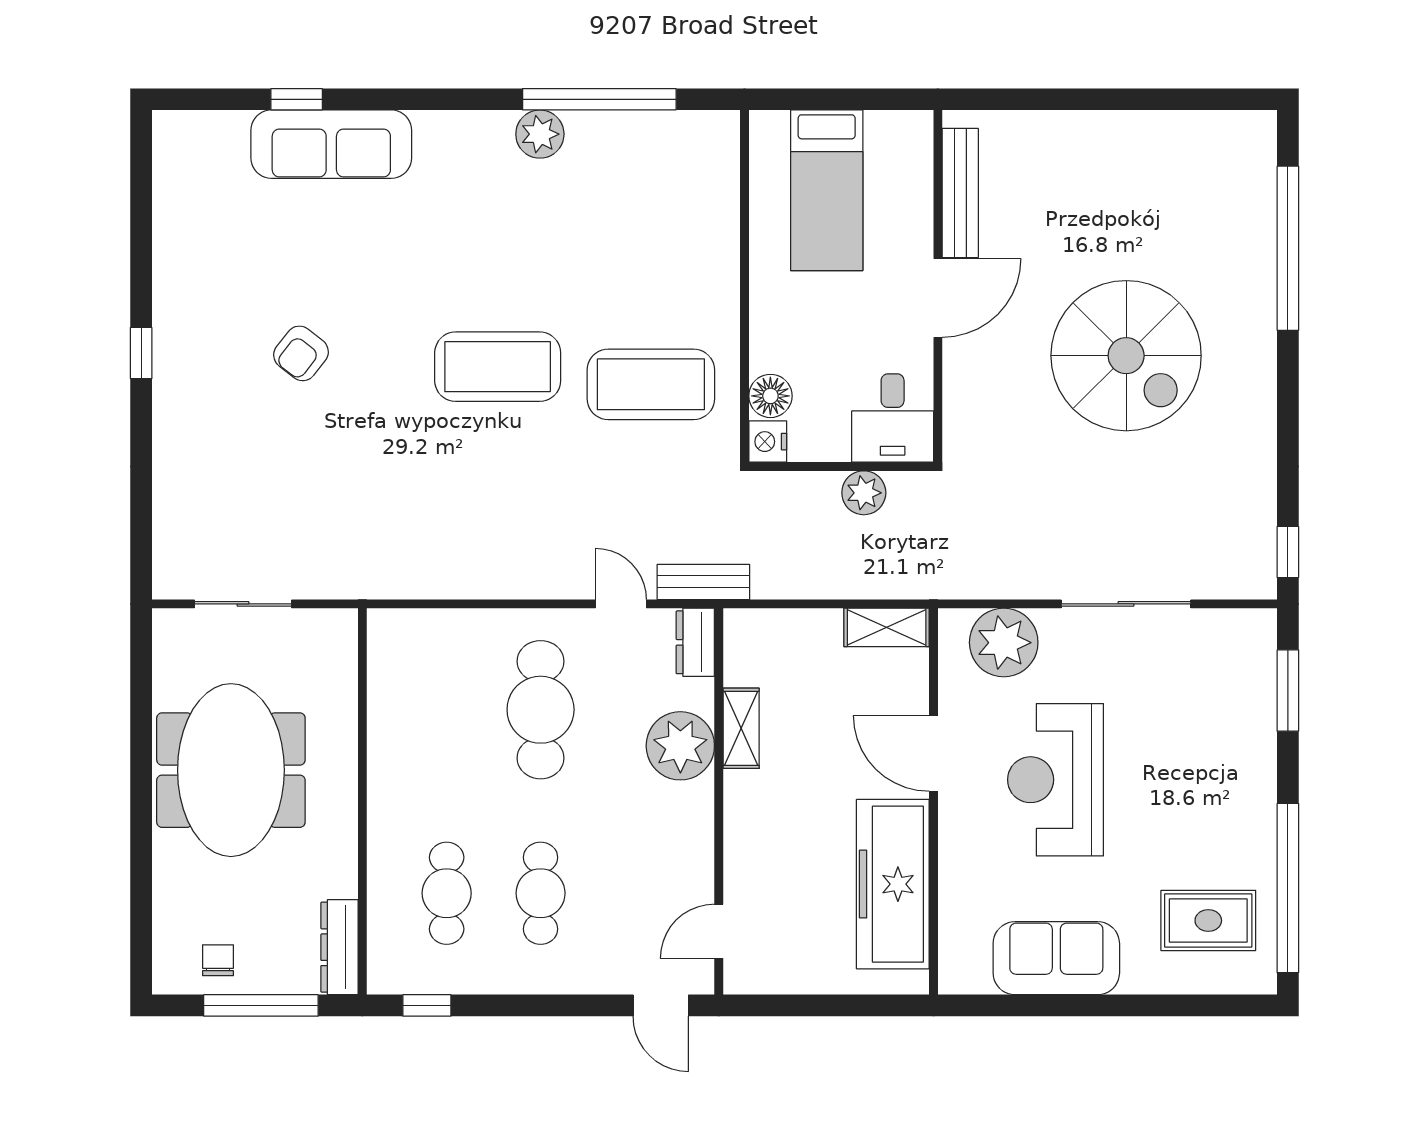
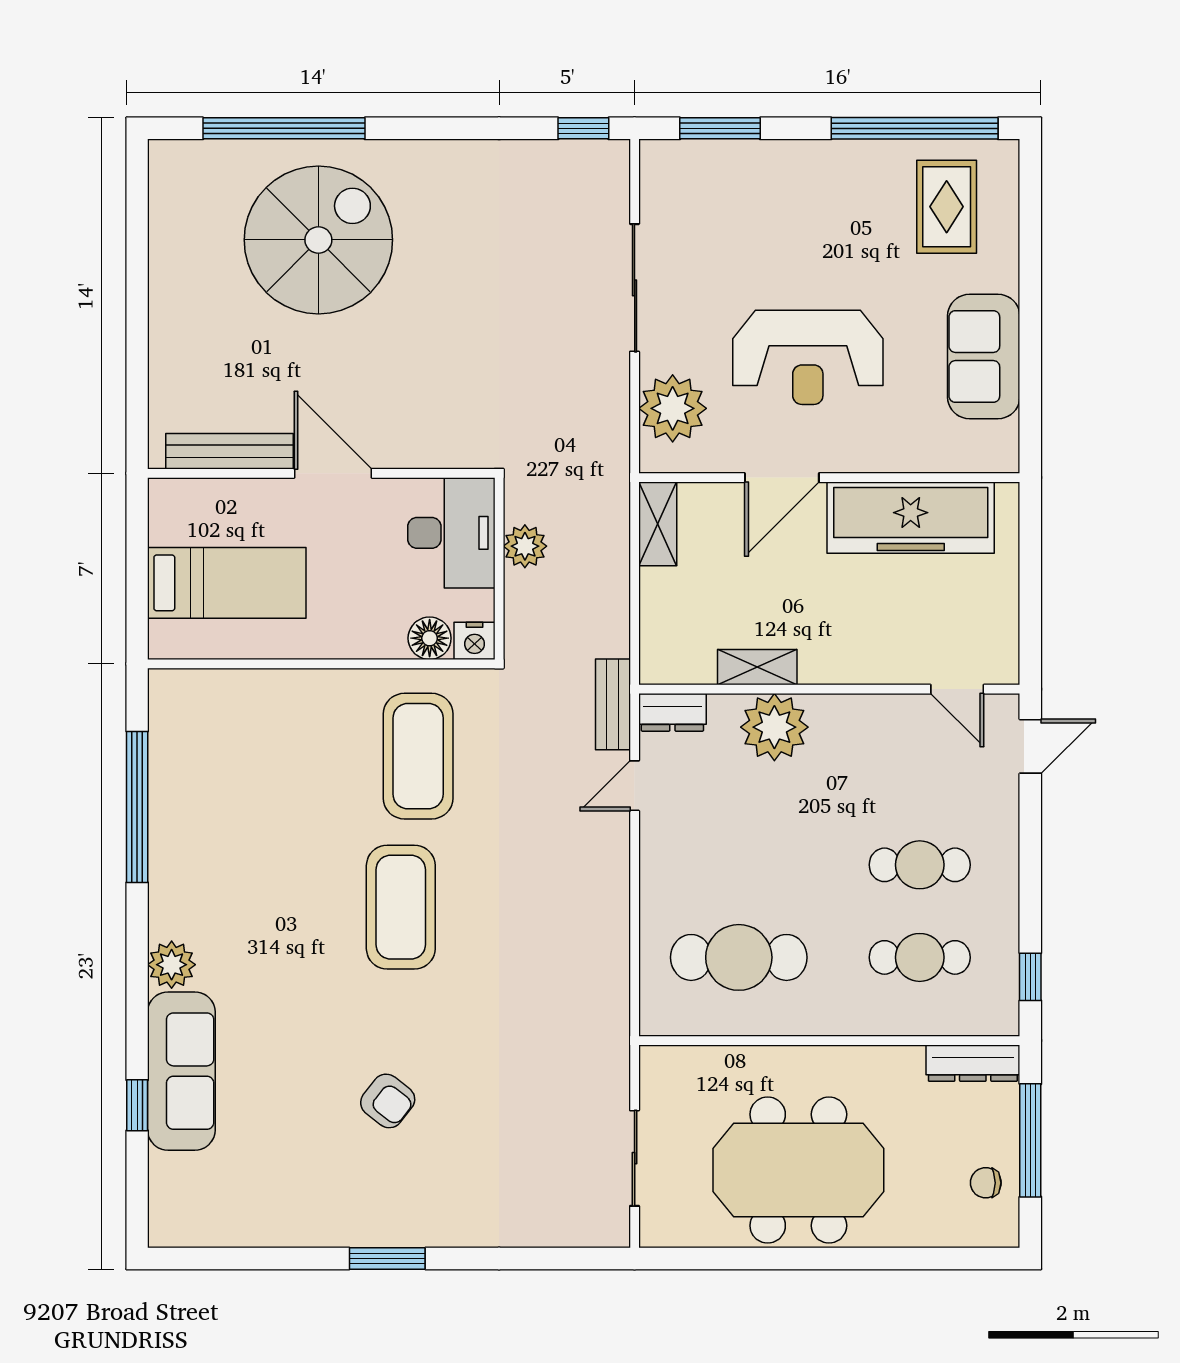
plant: (540, 134) -> (172, 965), moved
window: (141, 353) -> (387, 1259), width x1.50
spiral stairs: (1126, 356) -> (318, 240), moved
desk: (893, 418) -> (451, 533), width x1.37
cafe table: (541, 710) -> (739, 957), moved

